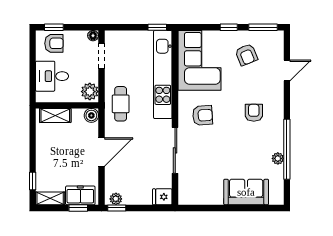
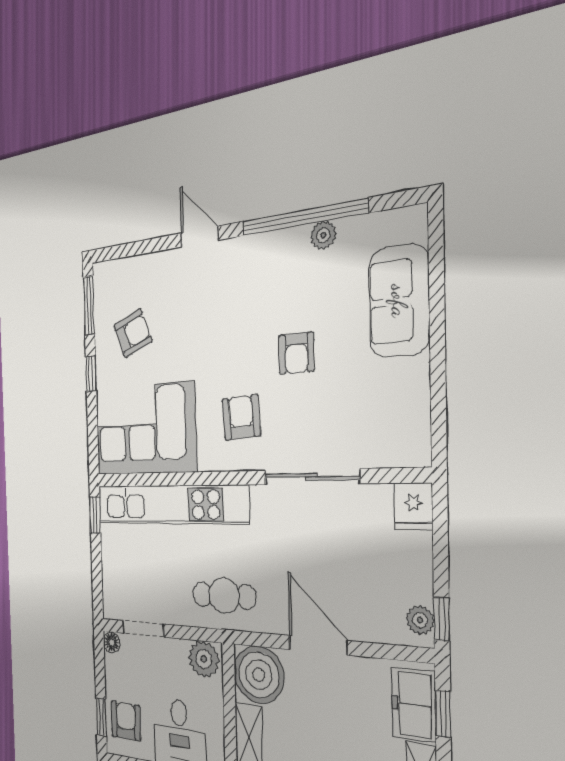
door: (287, 70) -> (200, 237), moved
armchair: (254, 113) -> (296, 353), moved, turned -90
boiler: (91, 115) -> (259, 675), width x1.86, depth x1.86

